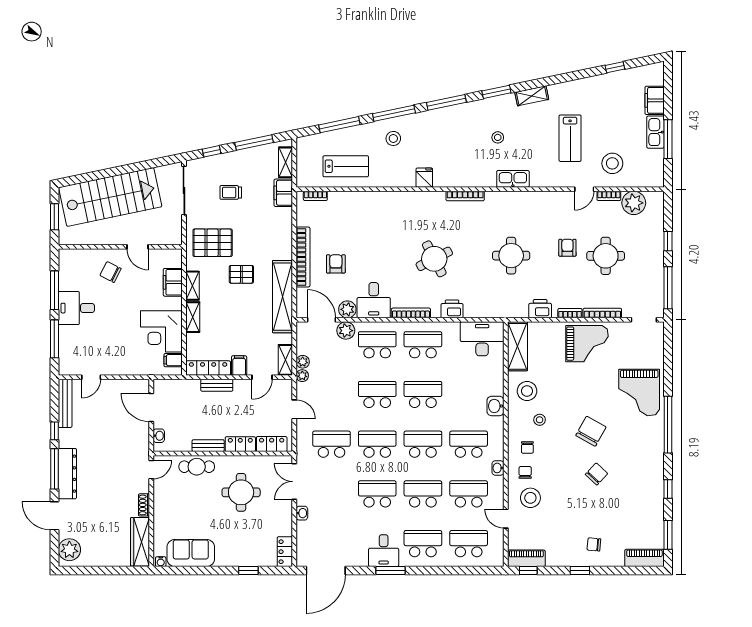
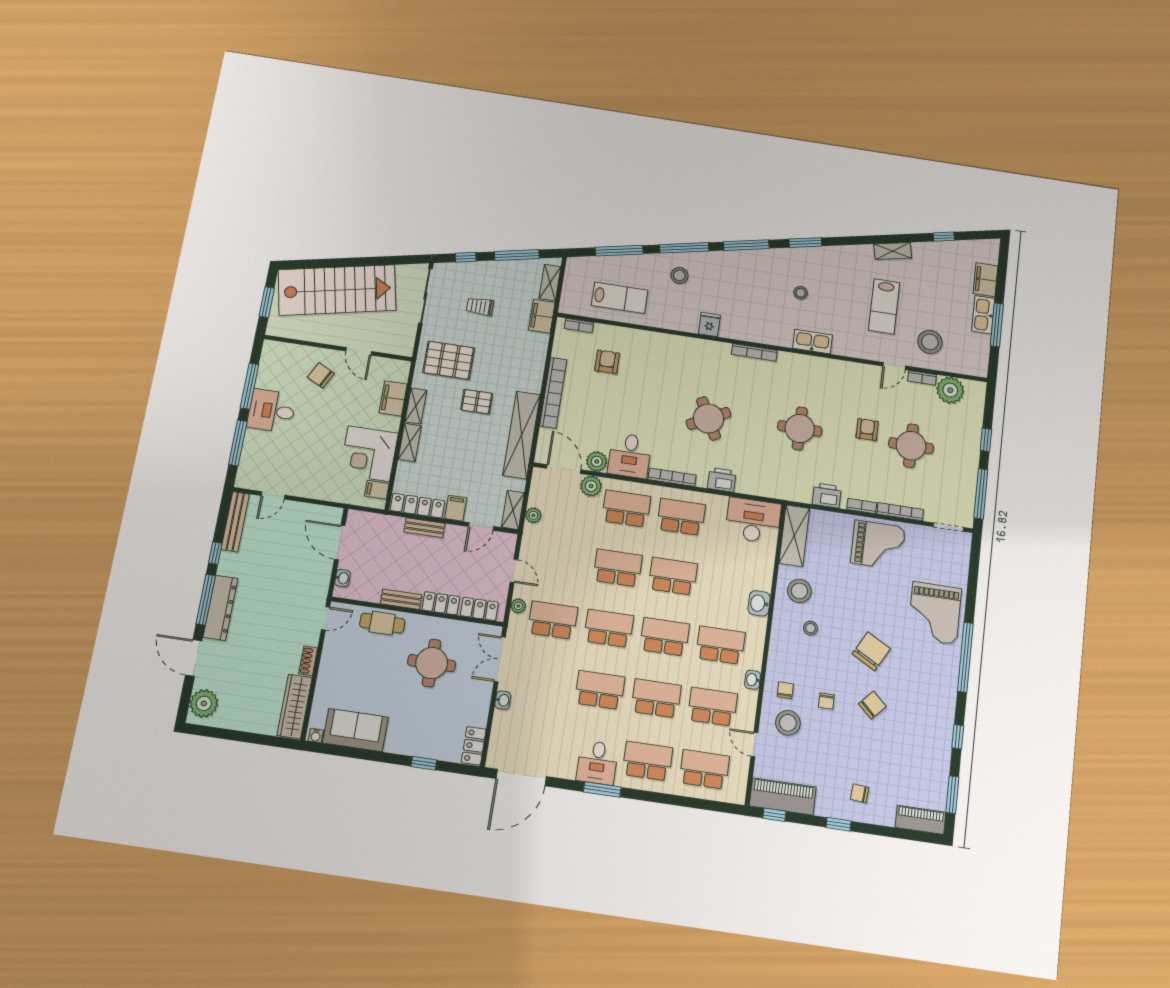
shelving: (532, 96) -> (893, 251), moved
armchair: (336, 264) -> (607, 362), moved
plant: (302, 376) -> (518, 606), moved
chair: (527, 447) -> (826, 701), moved
piano: (526, 558) -> (783, 796), width x1.37, depth x1.33

